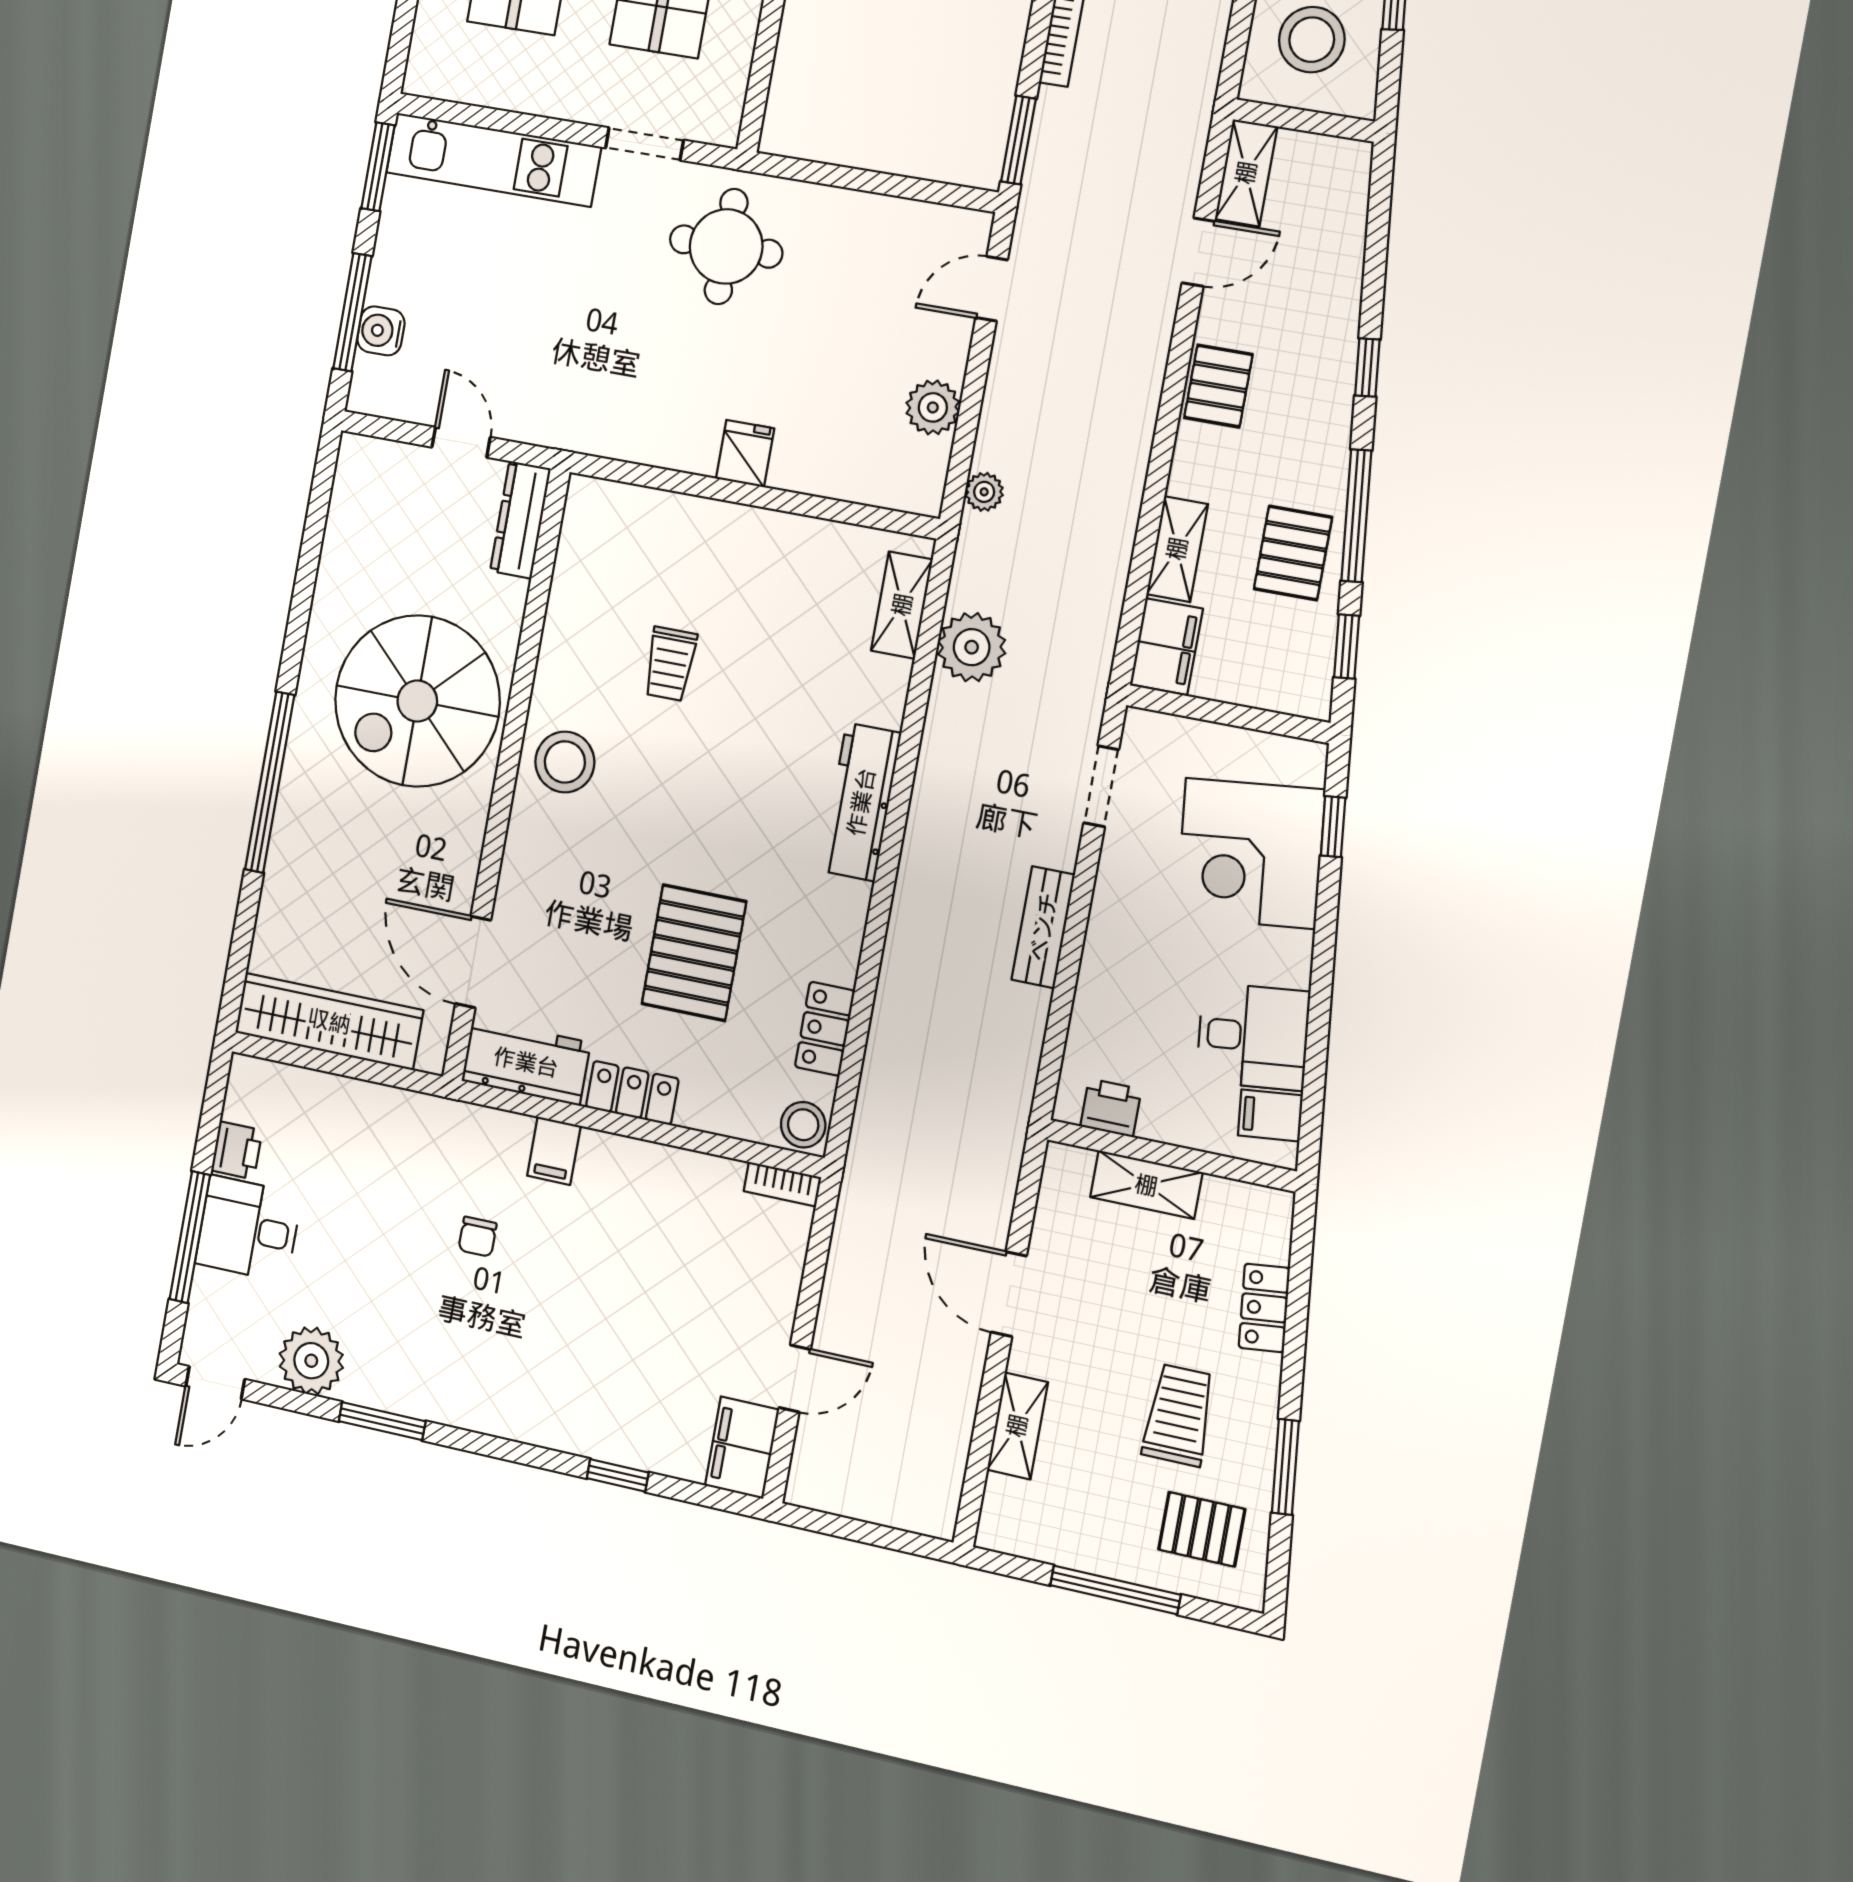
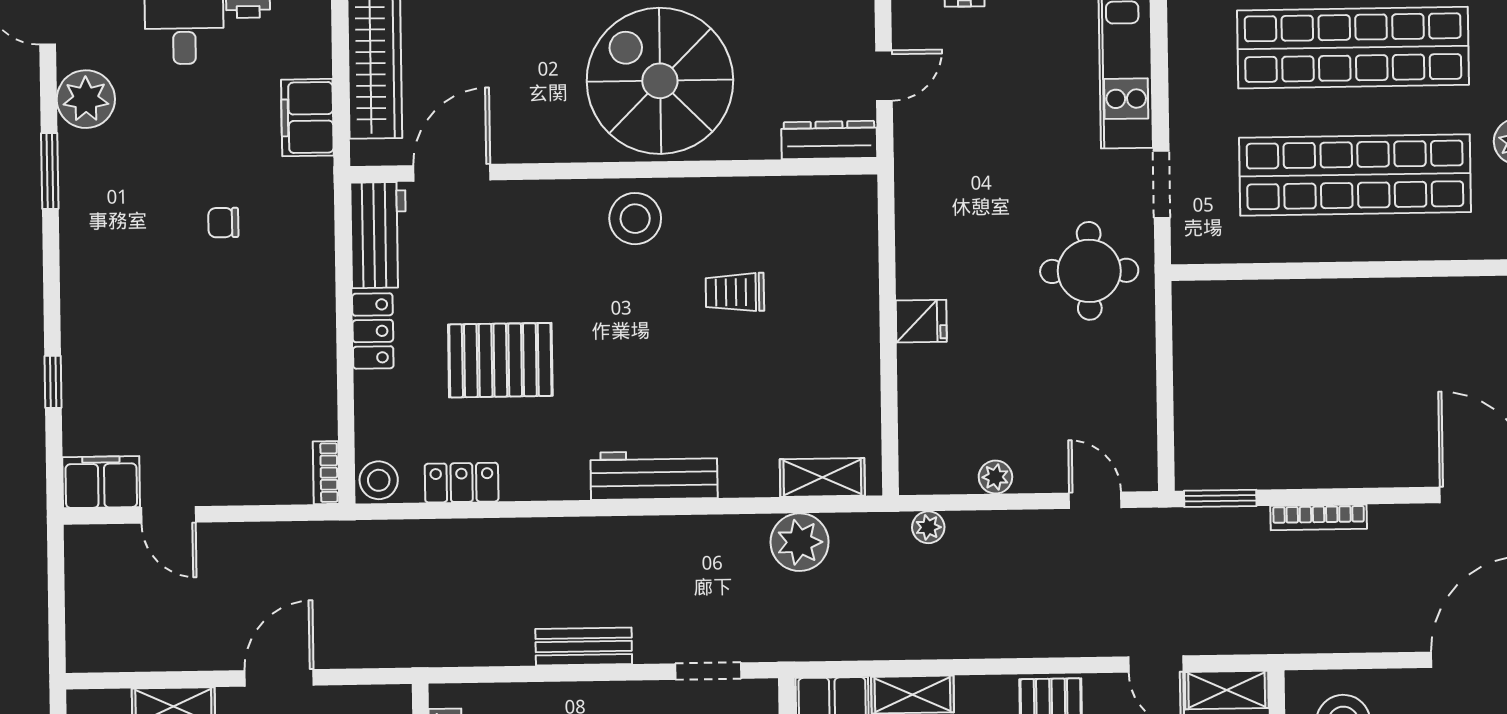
plant: (933, 407) -> (995, 477), width x0.73, depth x0.73
filing cabinet: (554, 1151) -> (307, 118), moved, width x2.00

